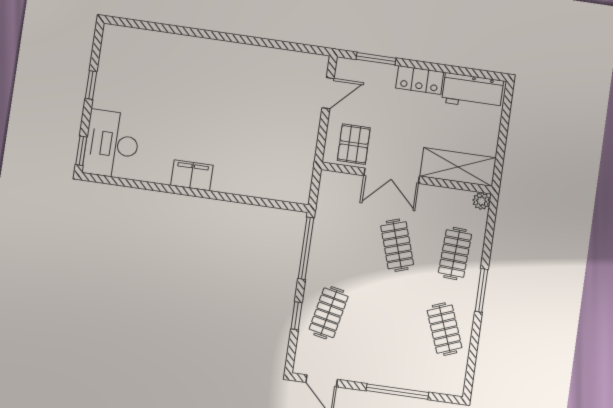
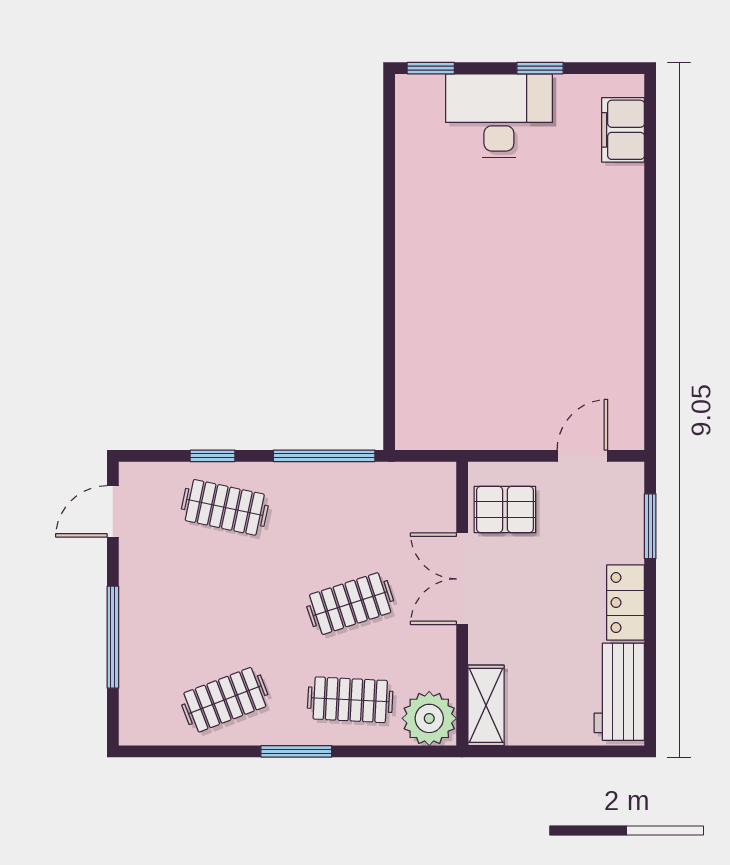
door: (328, 93) -> (582, 456), swing flipped
desk: (112, 144) -> (499, 116), moved
shelving: (458, 167) -> (486, 705), width x0.67, depth x0.75
filing cabinet: (192, 175) -> (623, 130), moved, turned 180
plant: (481, 201) -> (429, 718), width x1.88, depth x1.88

